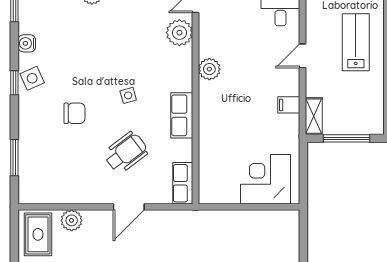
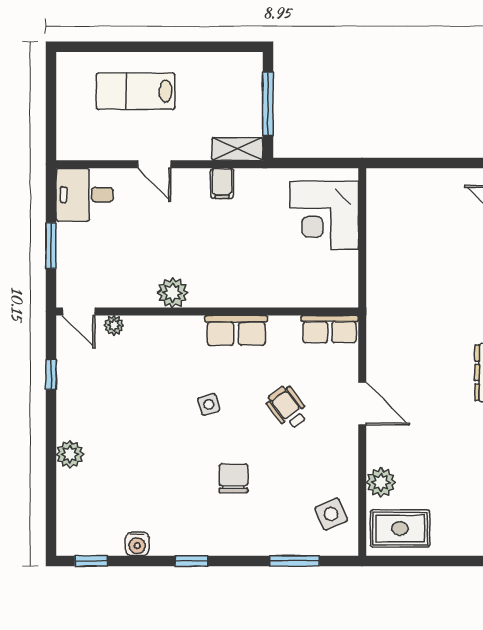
plant: (179, 33) -> (114, 325), width x0.53, depth x0.53
side table: (32, 78) -> (331, 514), moved
wheelchair: (126, 153) -> (287, 408), width x0.73, depth x0.73

